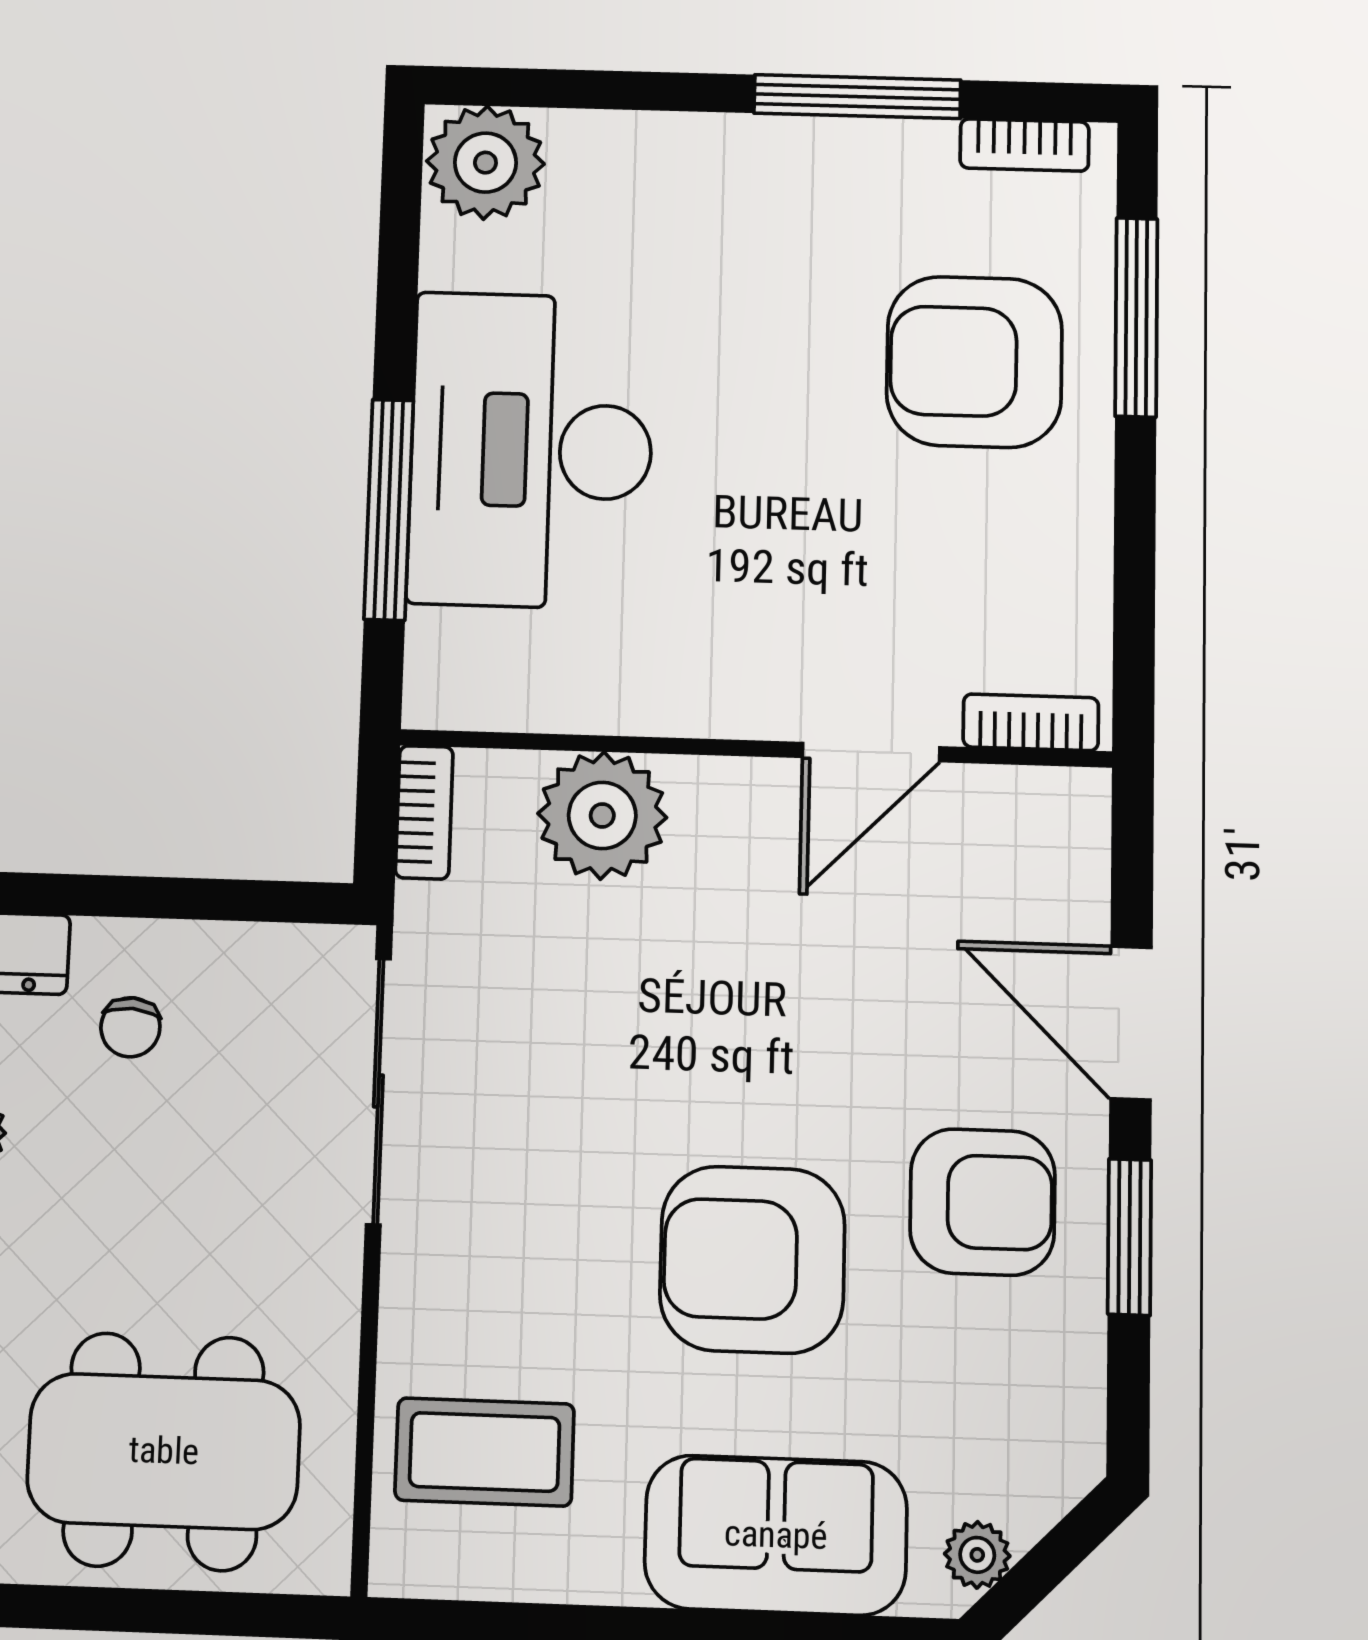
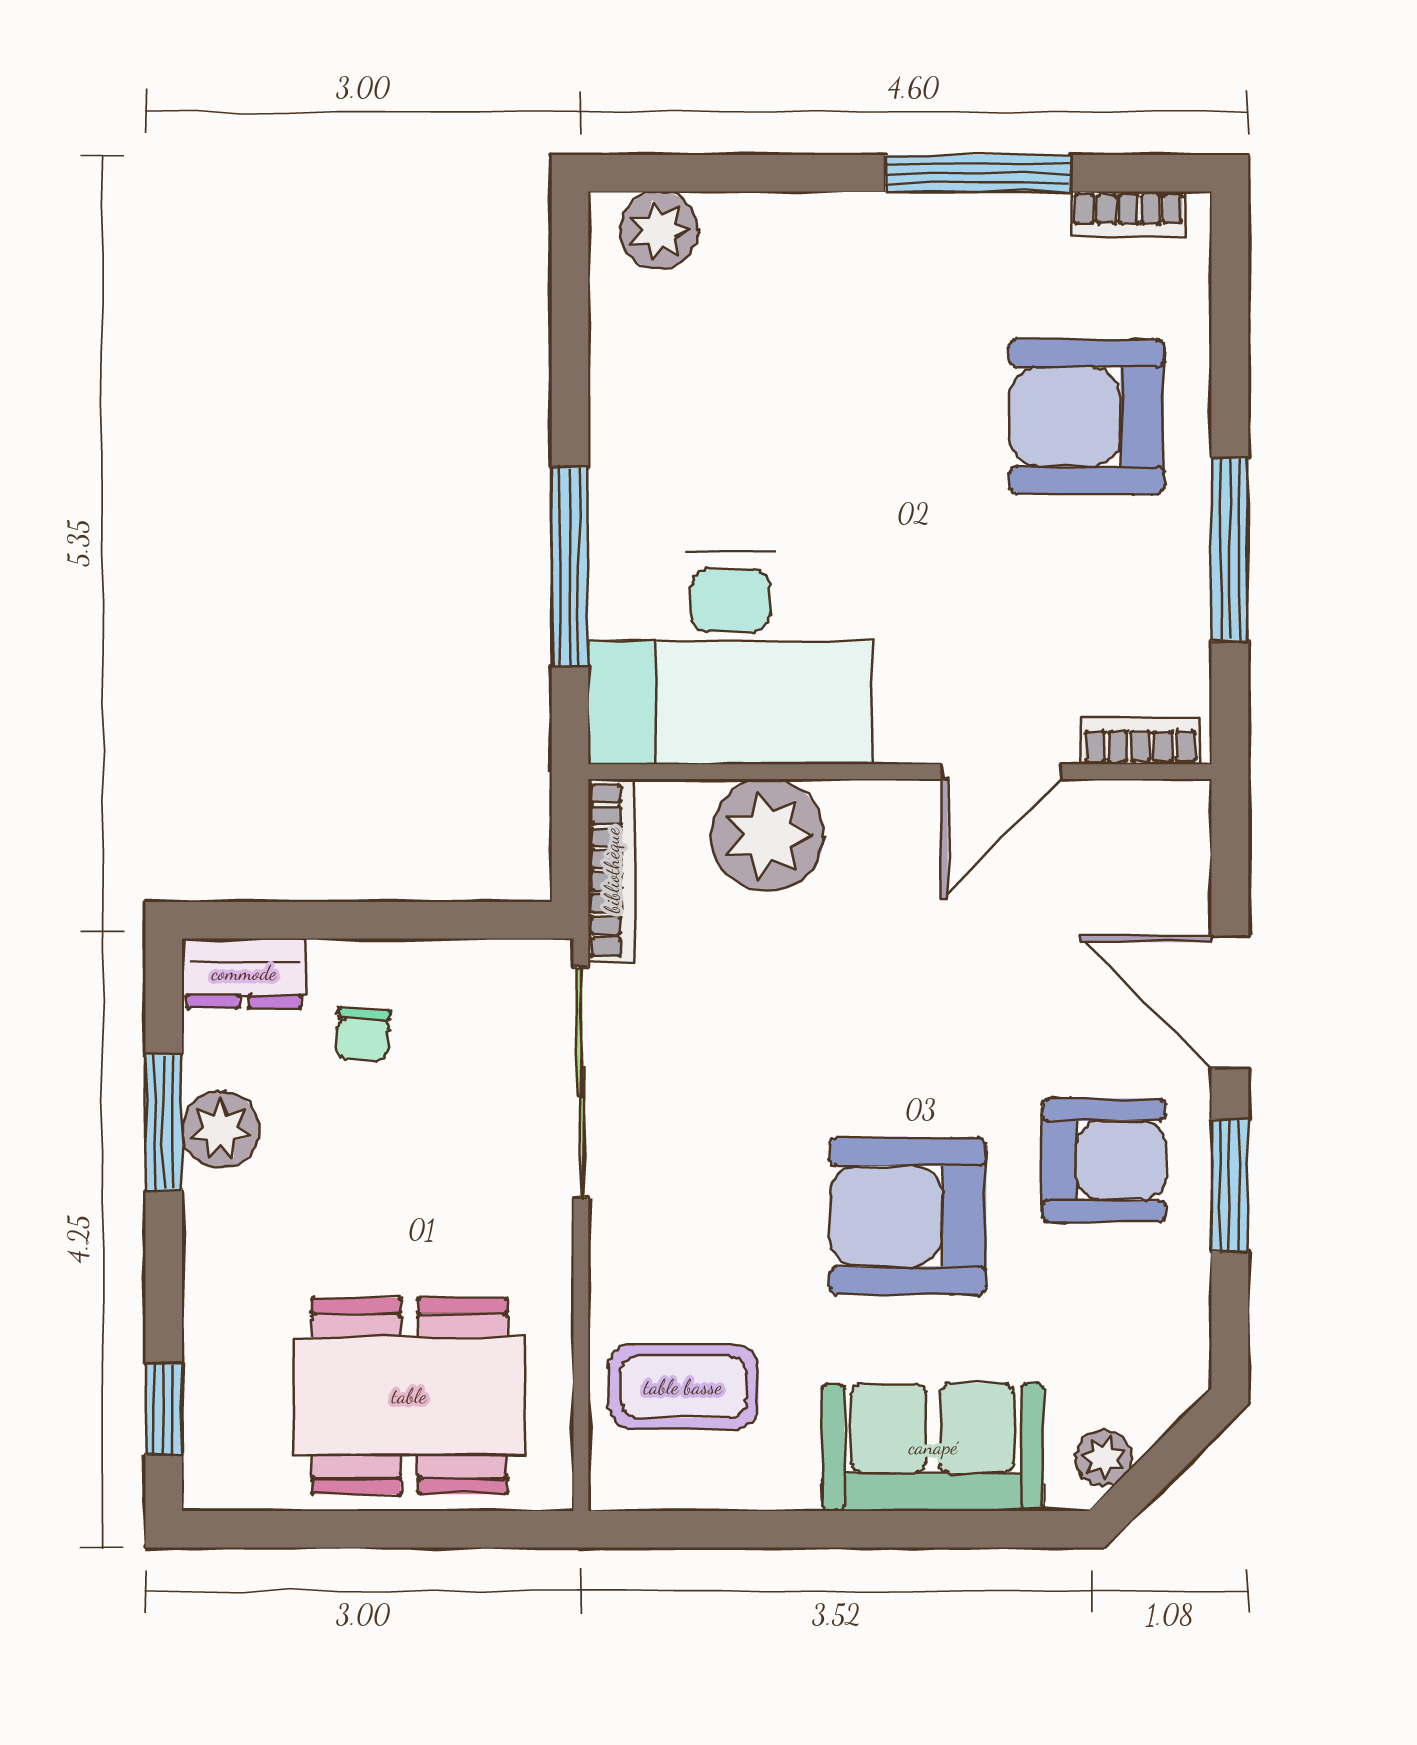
plant: (485, 163) -> (659, 230), width x0.73, depth x0.73
window: (1136, 317) -> (1230, 549), moved
desk: (531, 450) -> (730, 658), moved, turned -90
bookcase: (424, 812) -> (612, 870), width x1.56

